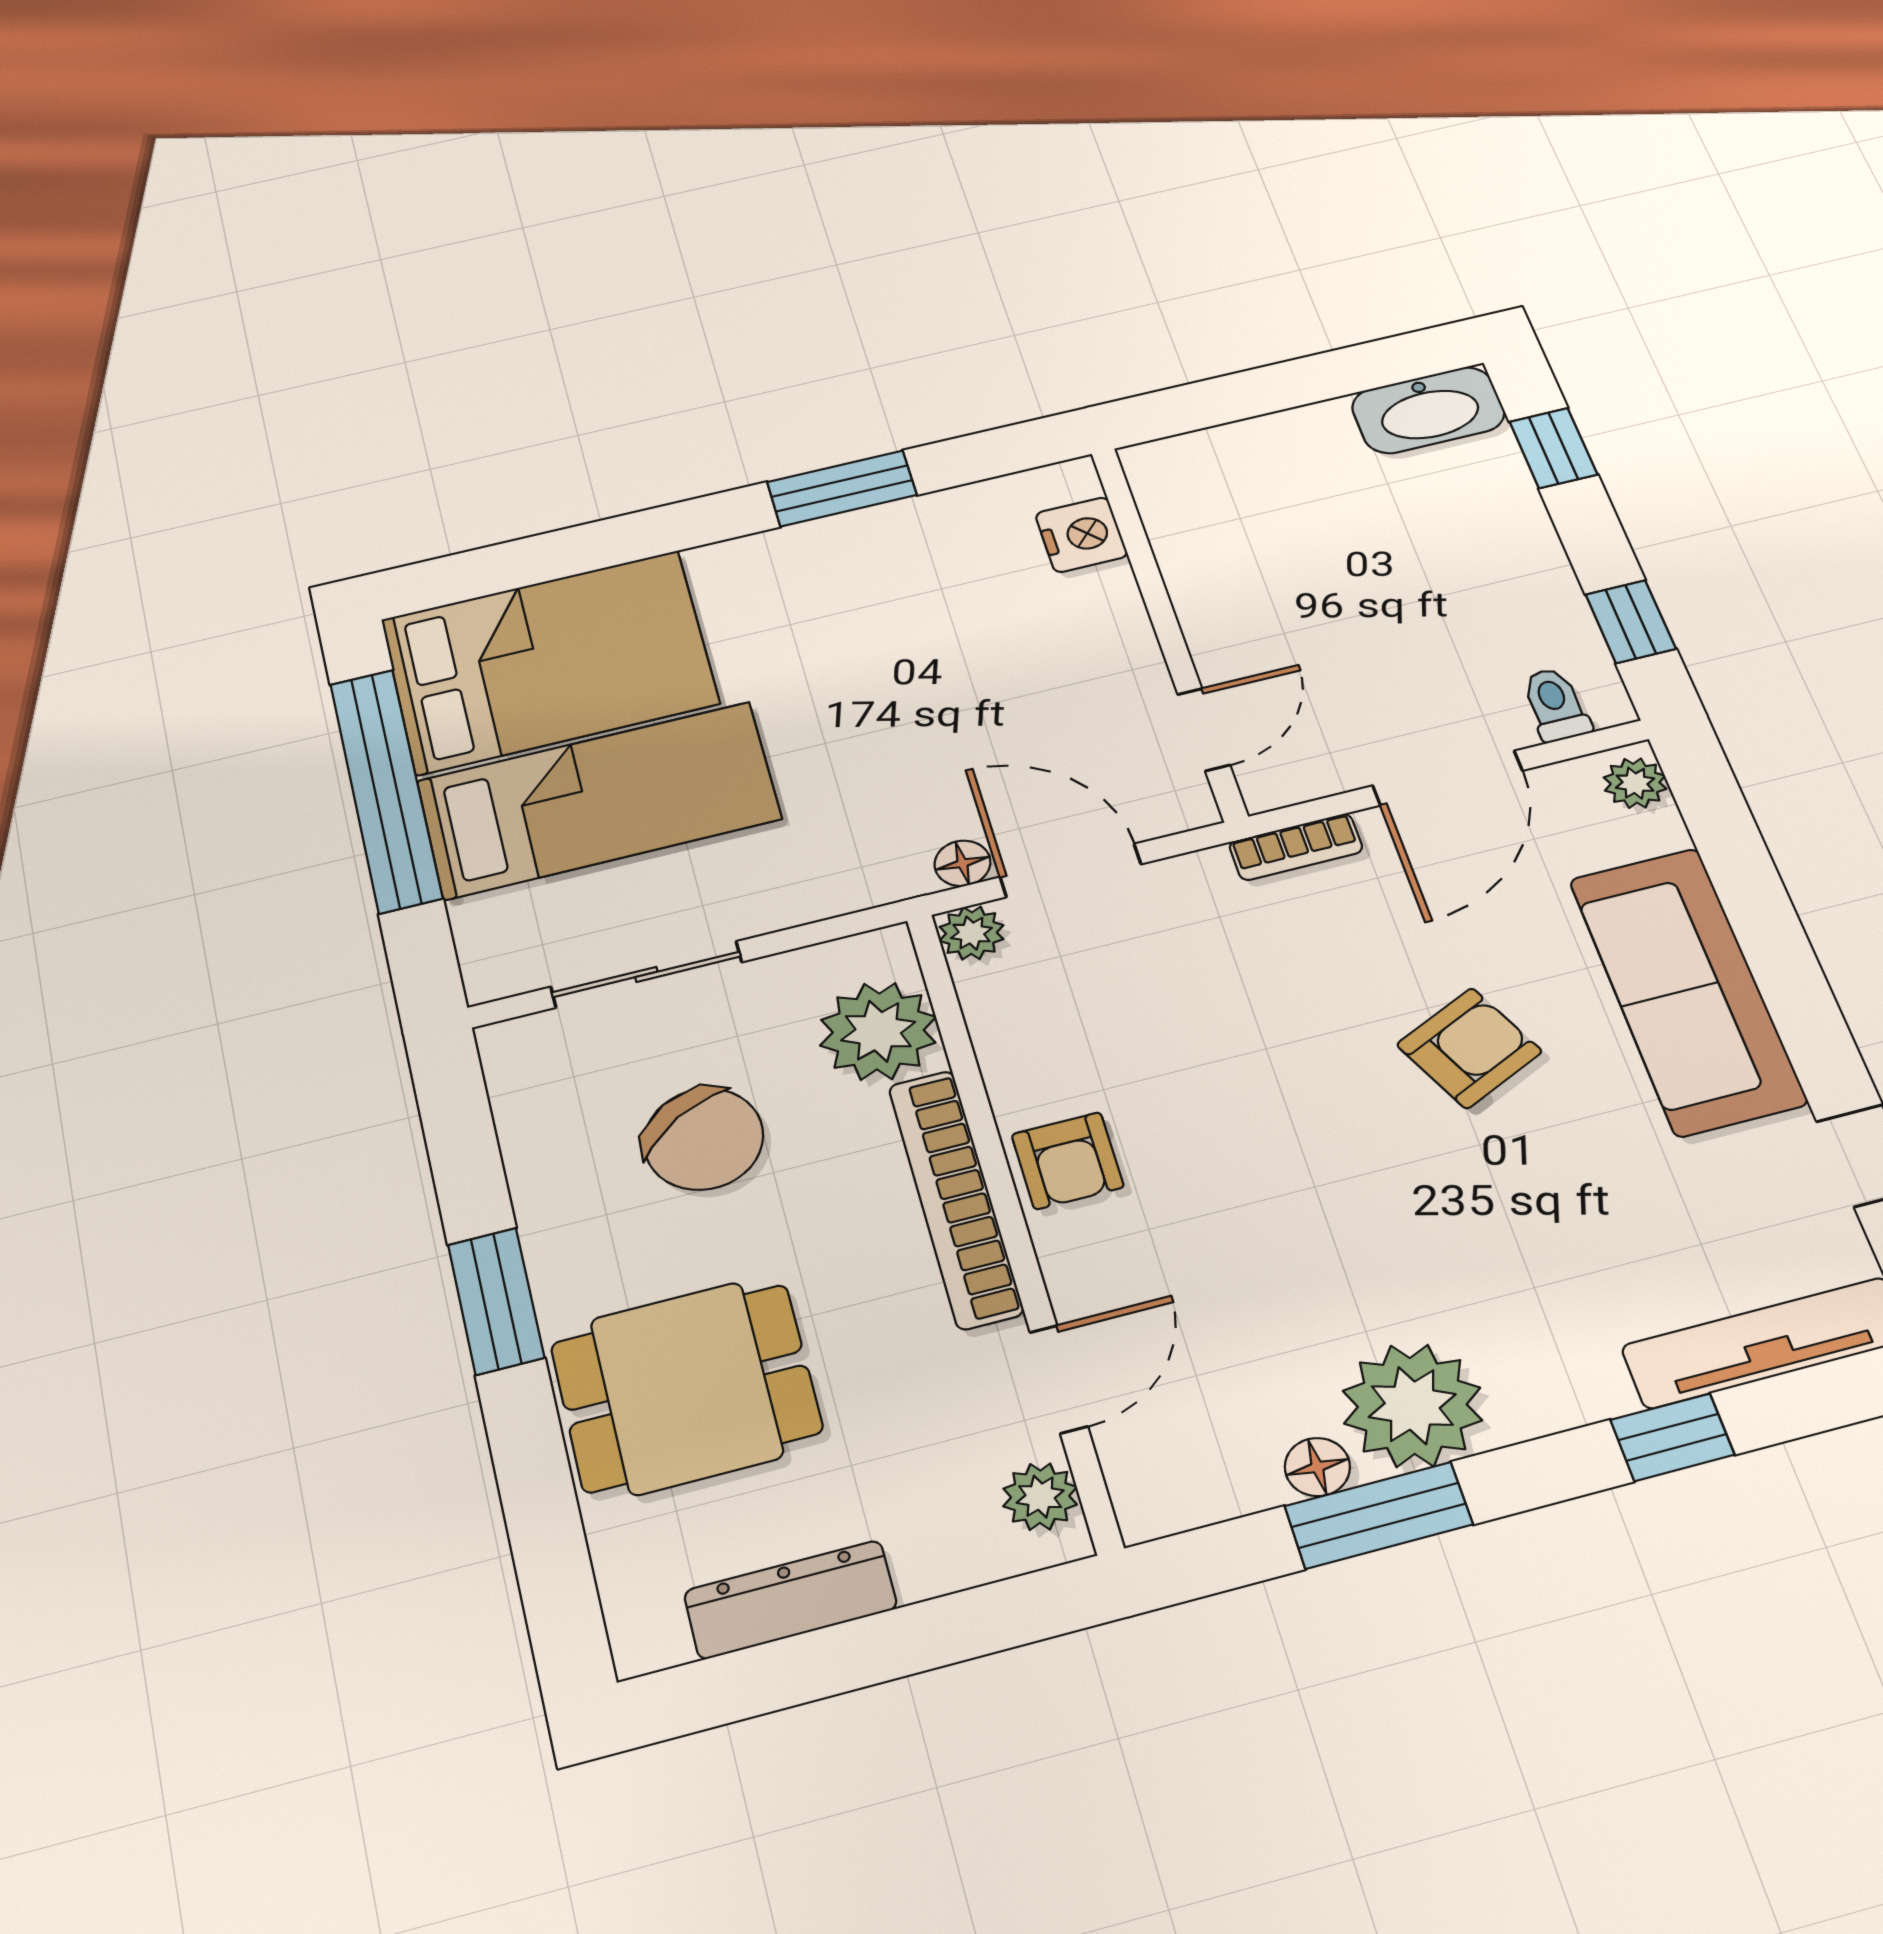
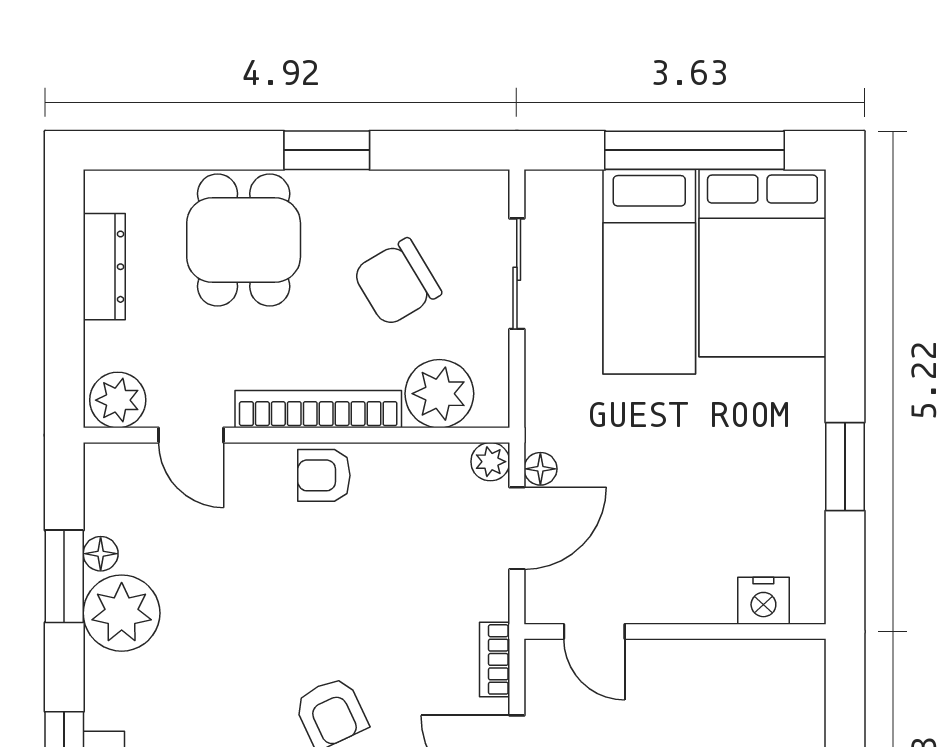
plant: (1040, 1497) -> (118, 400), width x1.38, depth x1.38

